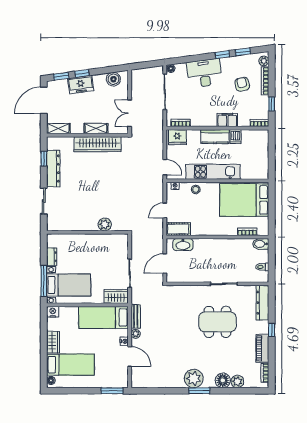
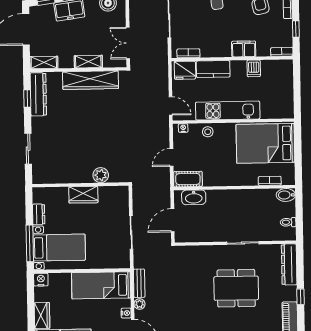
kitchen counter: (215, 137) -> (213, 69), moved
dresser: (53, 168) -> (38, 94), moved
wardrobe: (116, 296) -> (83, 195), moved, turned 180

